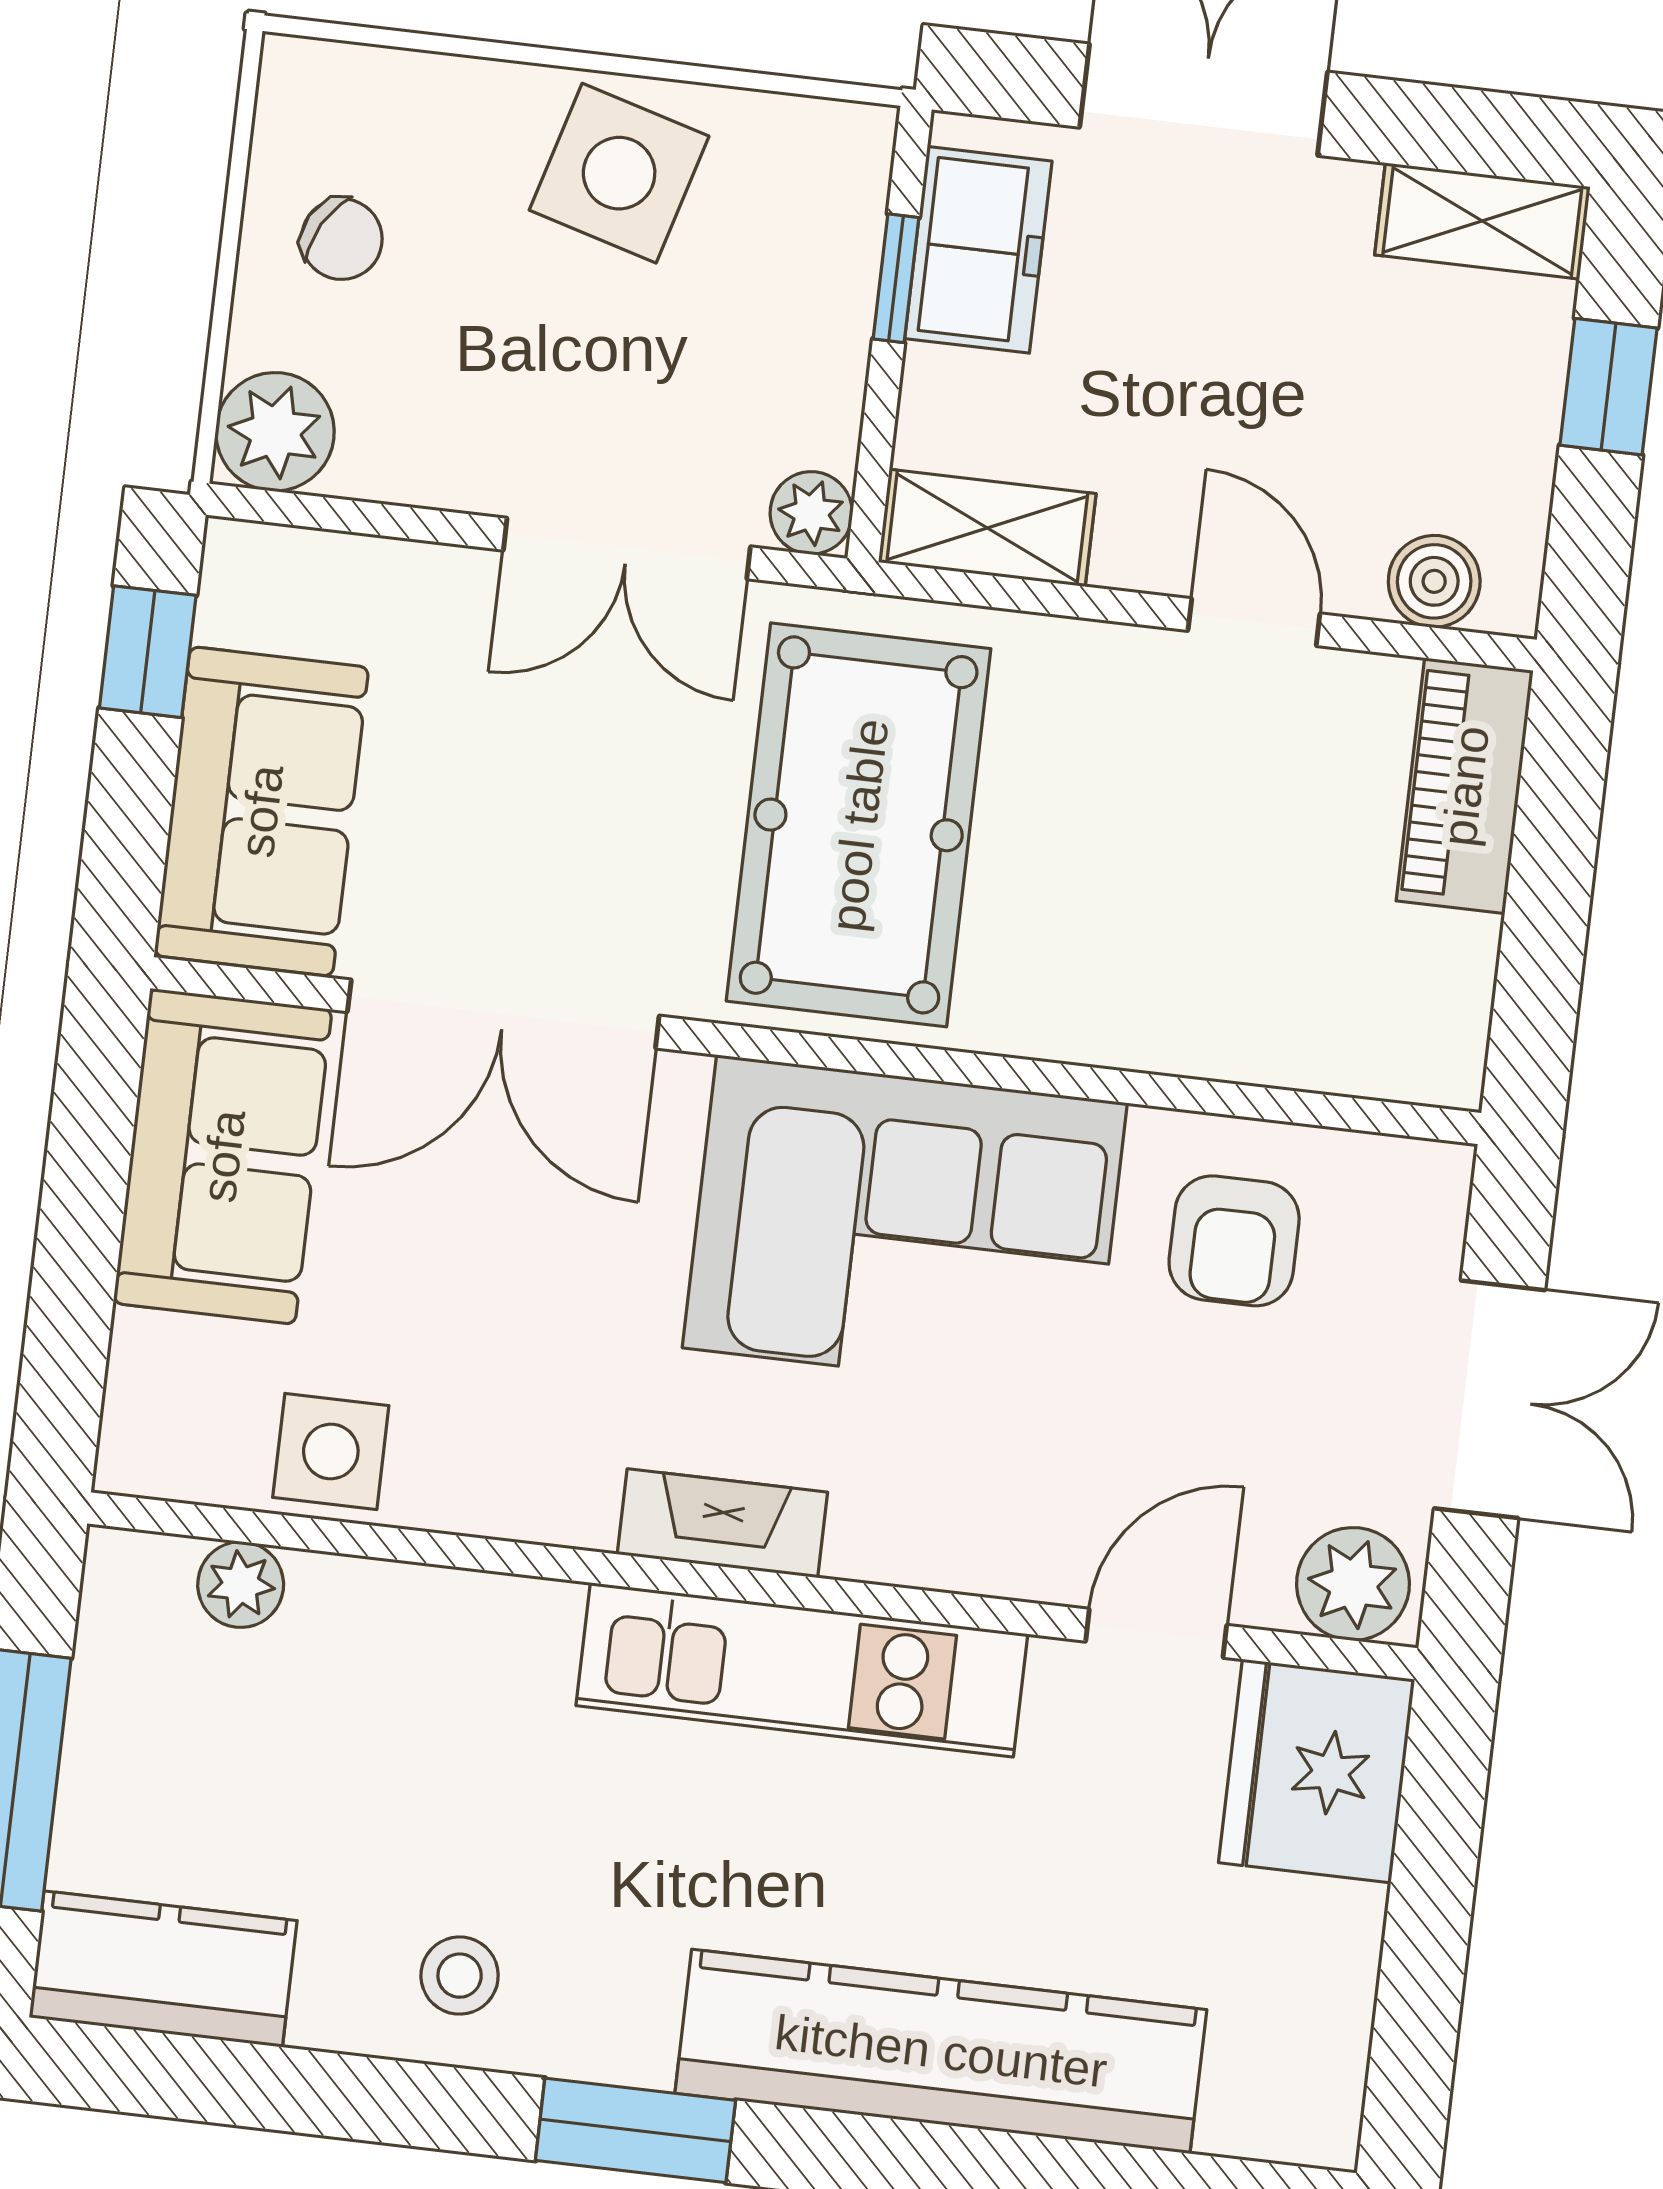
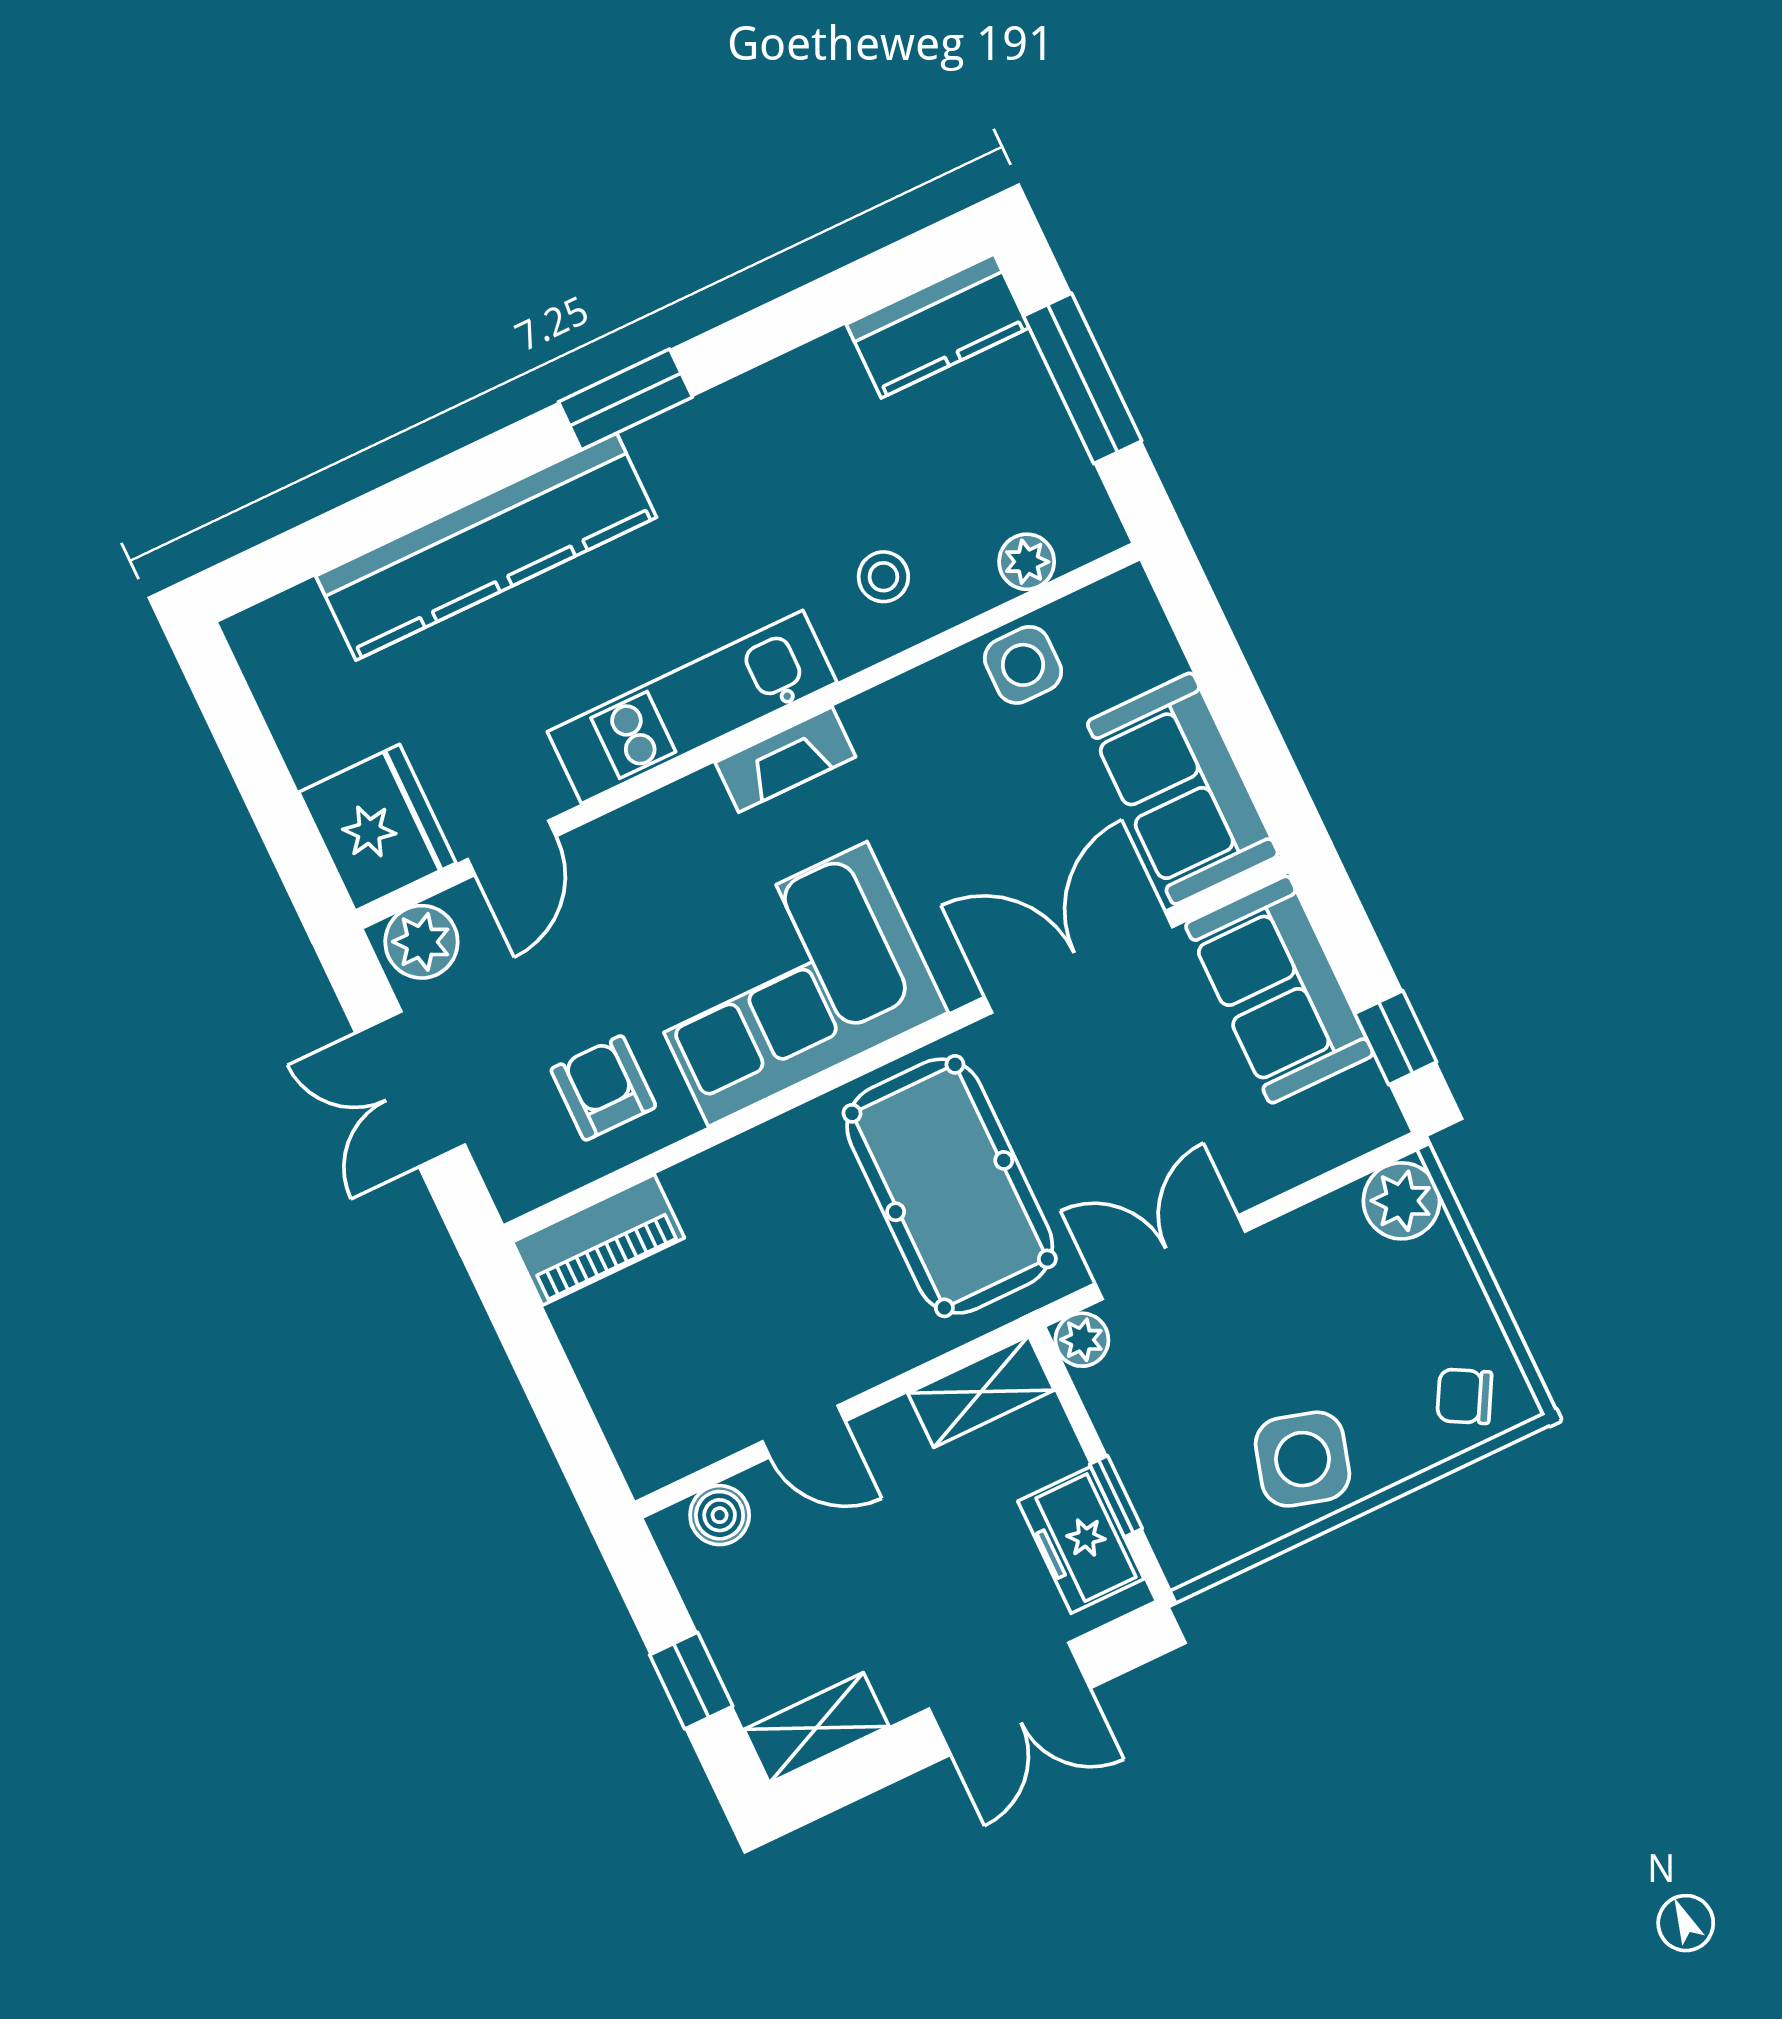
chair: (342, 239) -> (1464, 1396), moved
piano: (1465, 786) -> (598, 1240), moved, turned 90
stool: (460, 1976) -> (883, 577), moved

